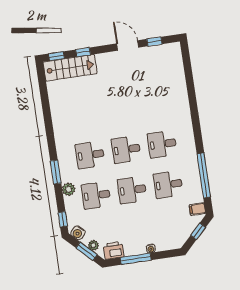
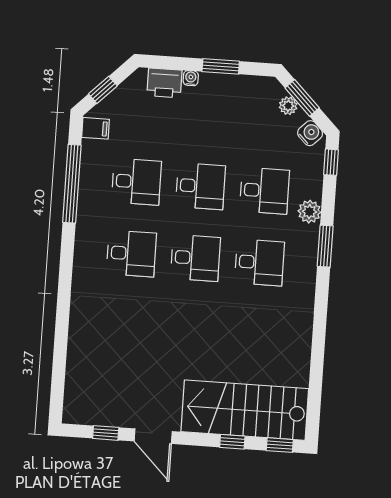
stairs: (70, 68) -> (245, 410), width x1.36, depth x1.51
printer: (114, 250) -> (164, 83), moved
window: (136, 259) -> (221, 66), width x0.69

